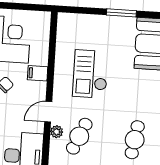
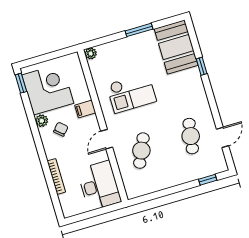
checkout: (90, 74) -> (131, 93), turned -90
plant: (57, 132) -> (91, 54), moved

